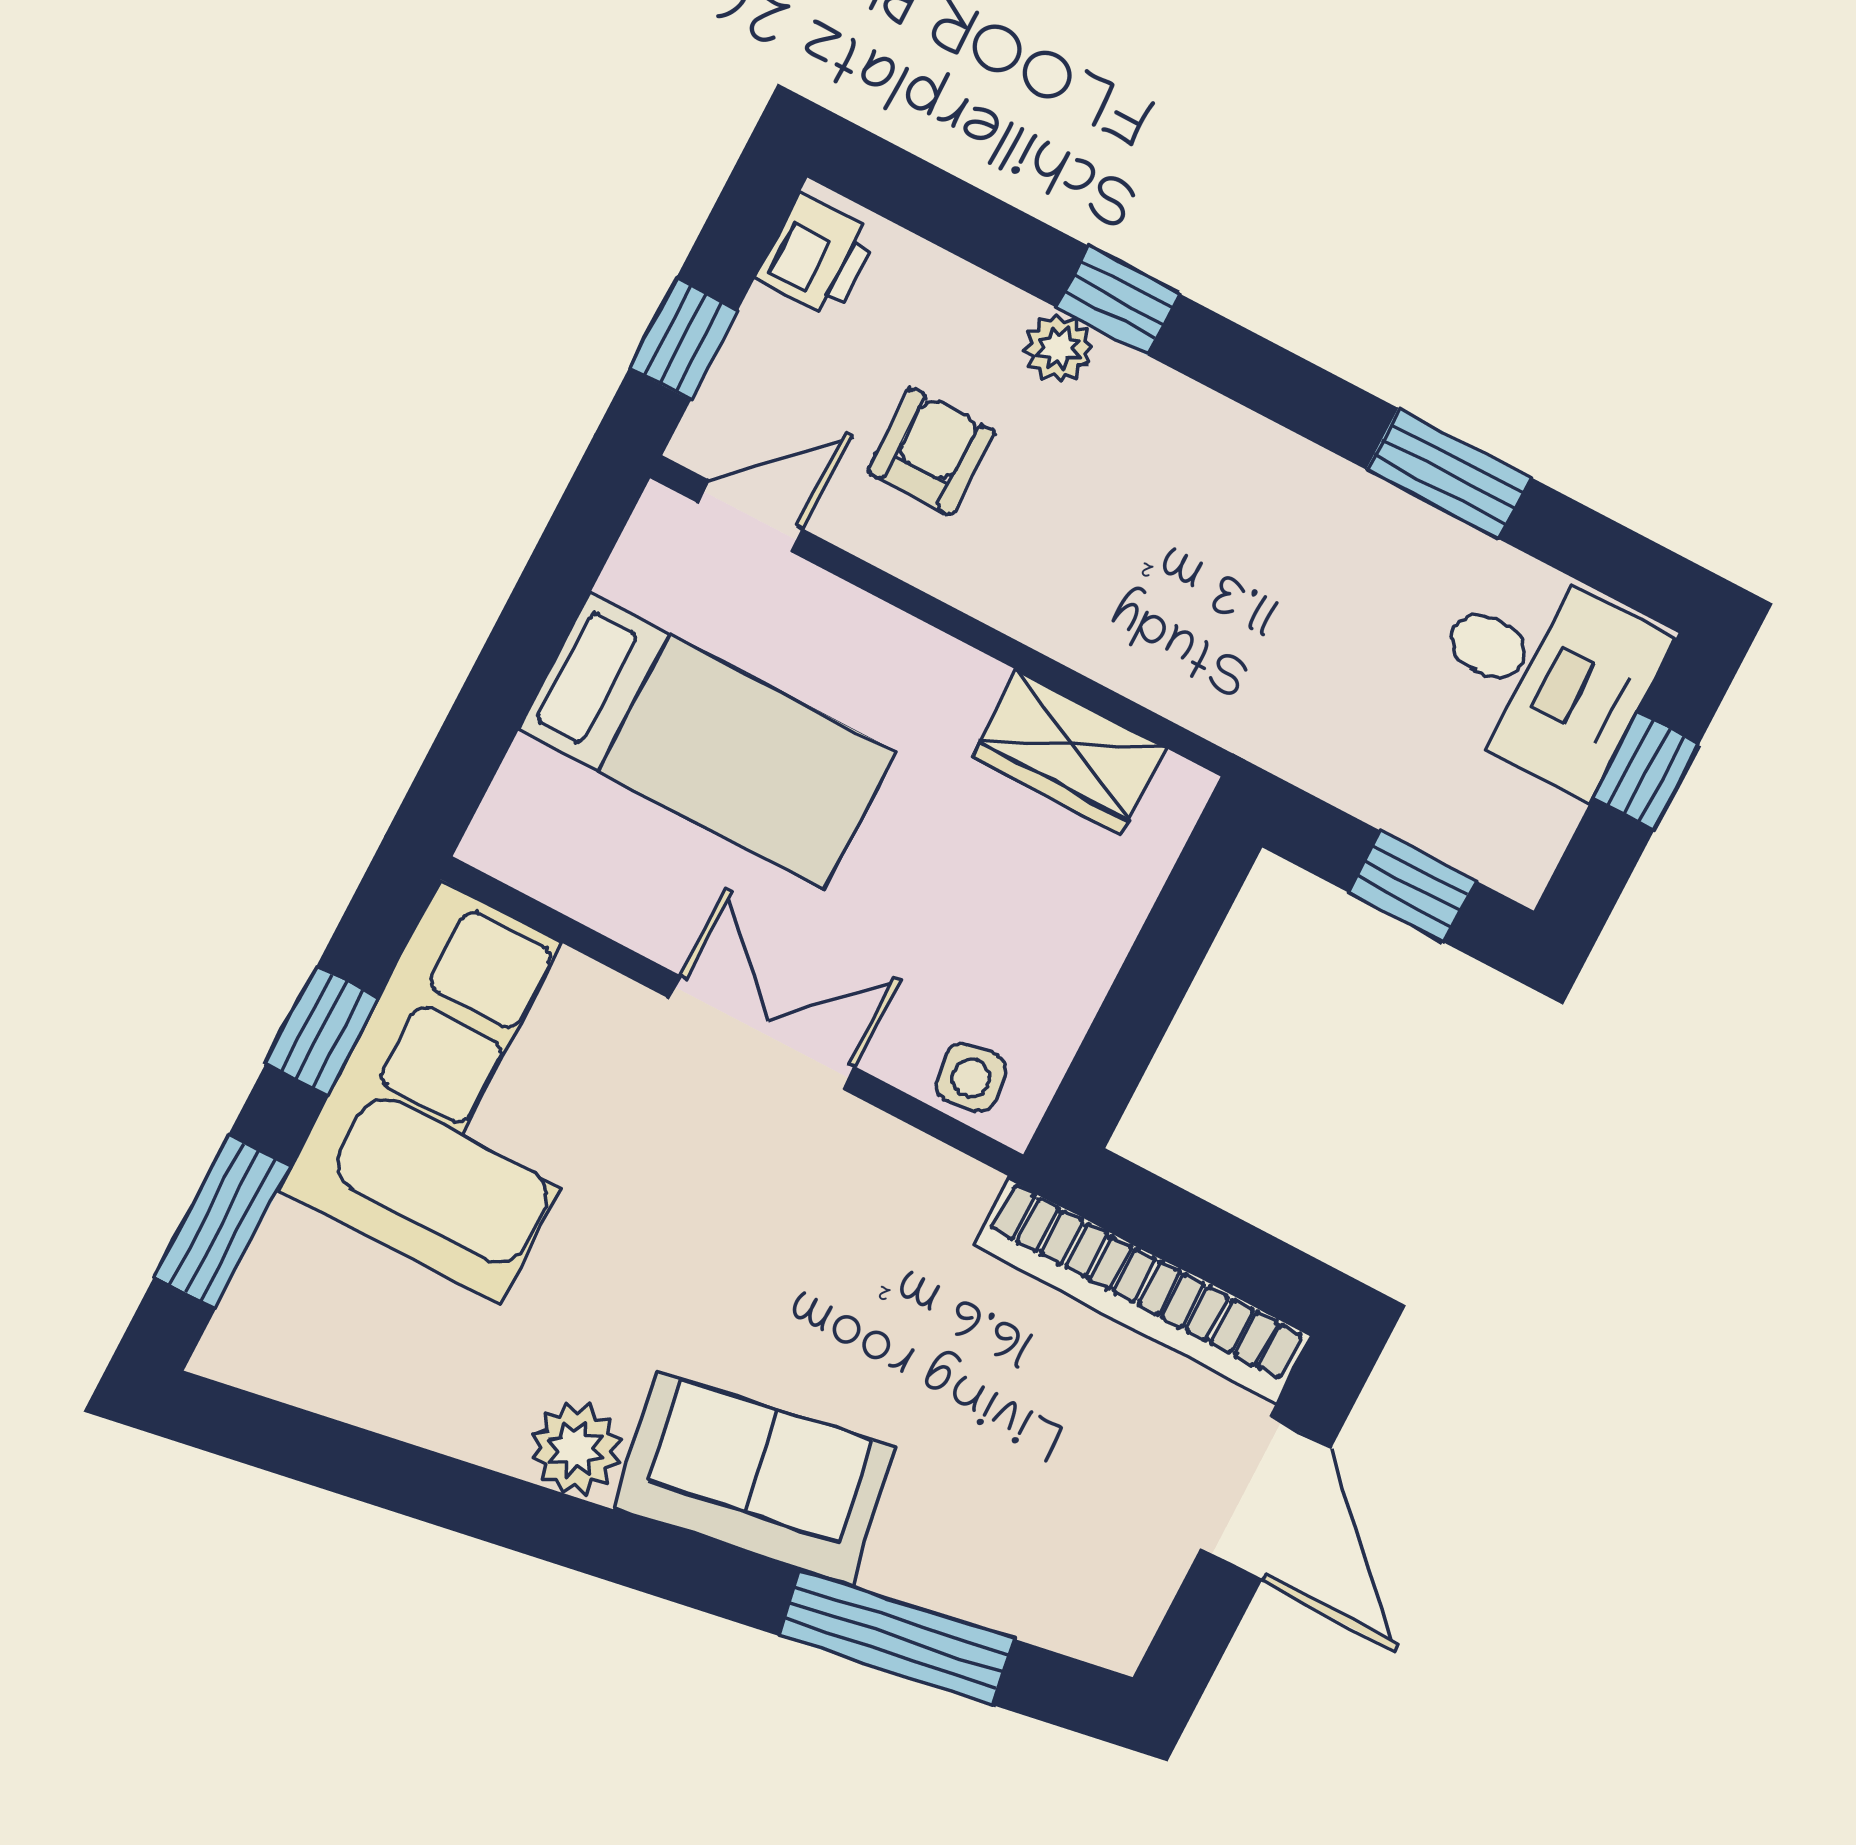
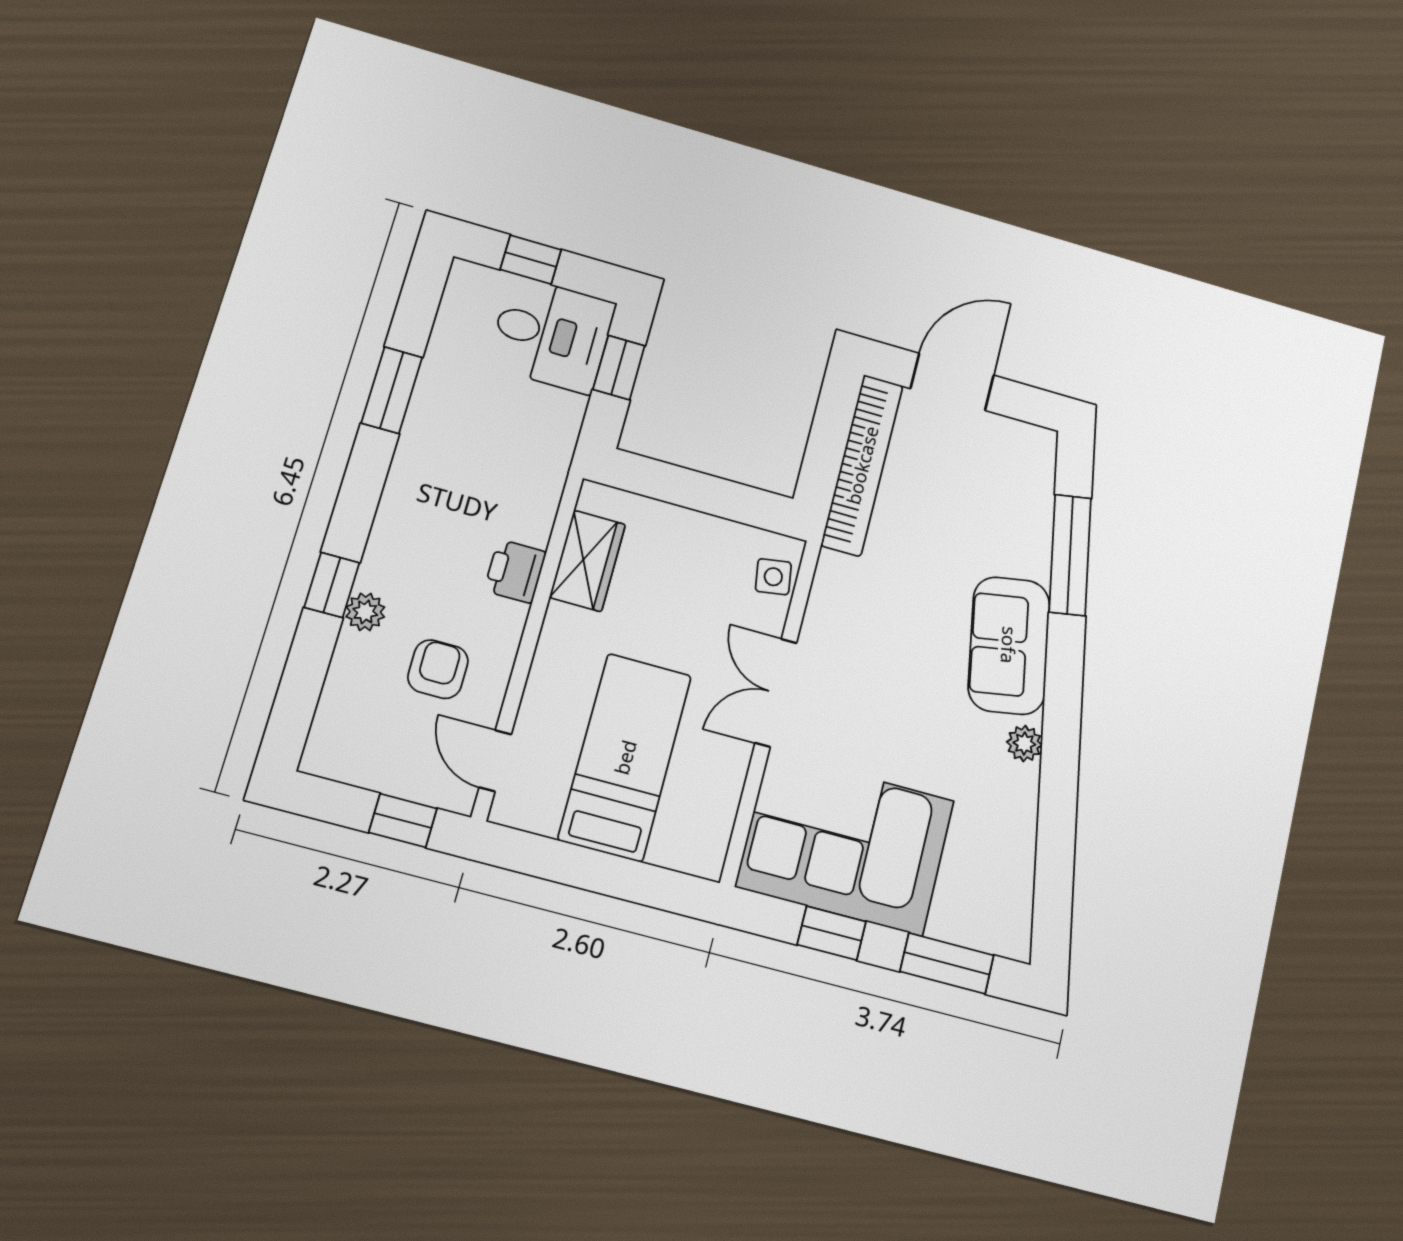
printer: (817, 256) -> (515, 571), moved, turned -90
armchair: (931, 452) -> (438, 669), turned 90
desk: (1543, 675) -> (551, 334), moved, turned 90
plant: (576, 1449) -> (1024, 743), width x0.73, depth x0.73

